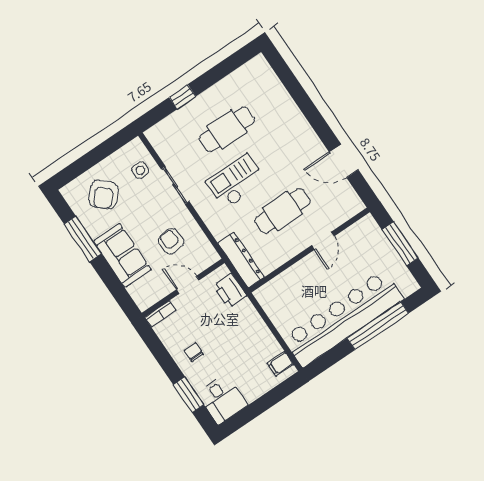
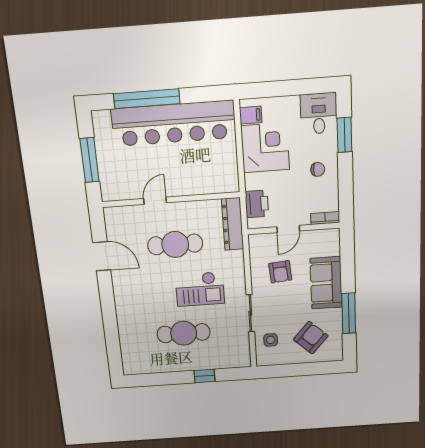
door: (188, 285) -> (288, 229), hinge flipped
corner desk: (251, 344) -> (265, 148), added
chair: (194, 352) -> (318, 169), turned -90

